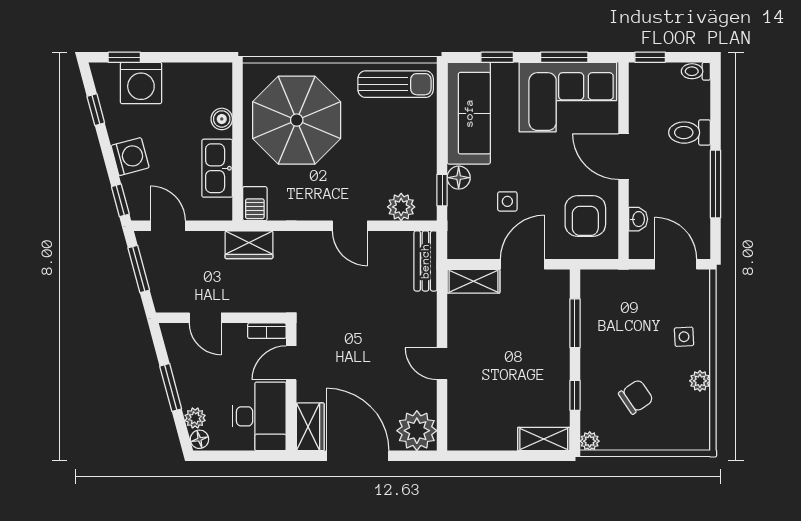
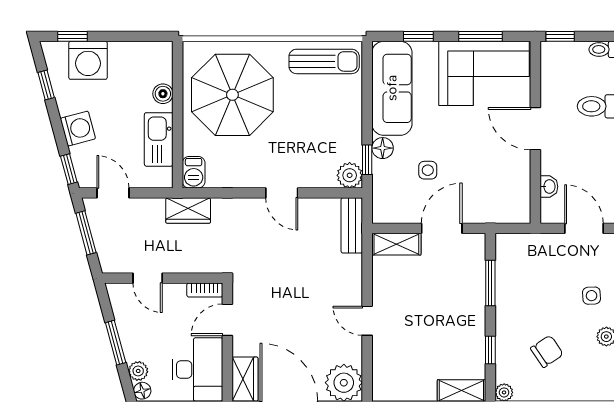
plant: (401, 207) -> (350, 175), moved
armchair: (585, 216) -> (500, 184), removed

